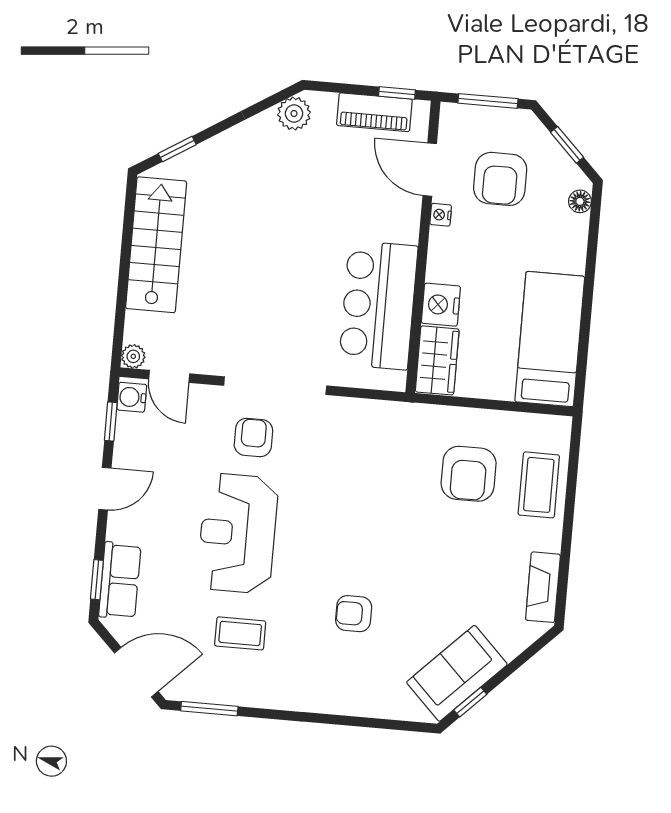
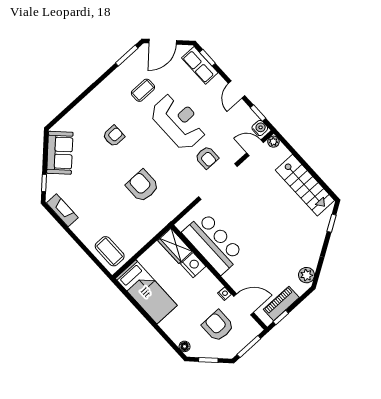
armchair: (469, 474) -> (142, 186), moved
coffee table: (539, 485) -> (110, 251), moved
window: (470, 702) -> (44, 183), moved

